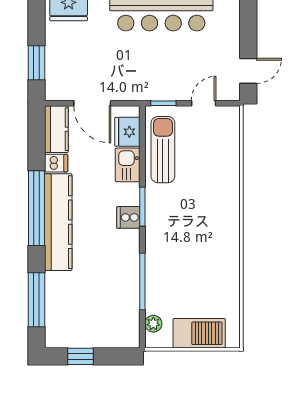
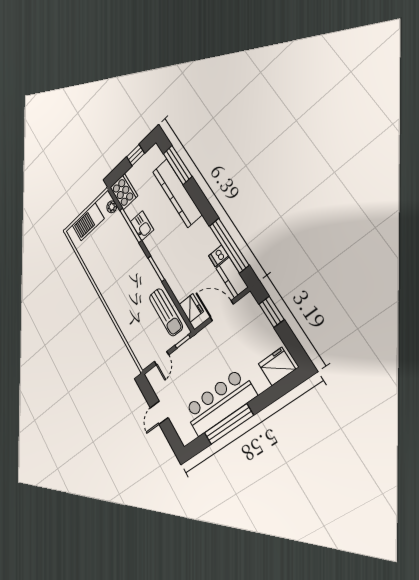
door: (248, 71) -> (159, 413), moved
kitchen sink: (128, 165) -> (142, 226), moved
window: (36, 208) -> (229, 245), moved
cooker: (128, 217) -> (124, 192), moved, width x1.87, depth x1.31
kitchen counter: (58, 222) -> (177, 193), moved

